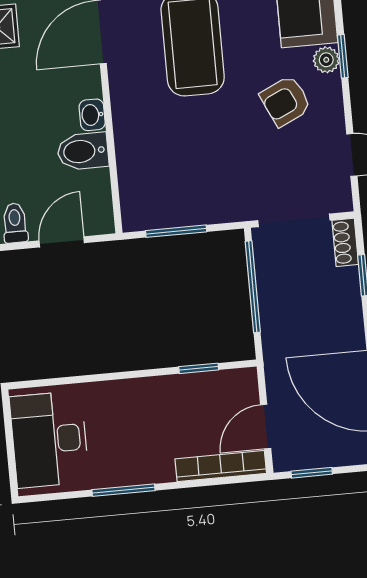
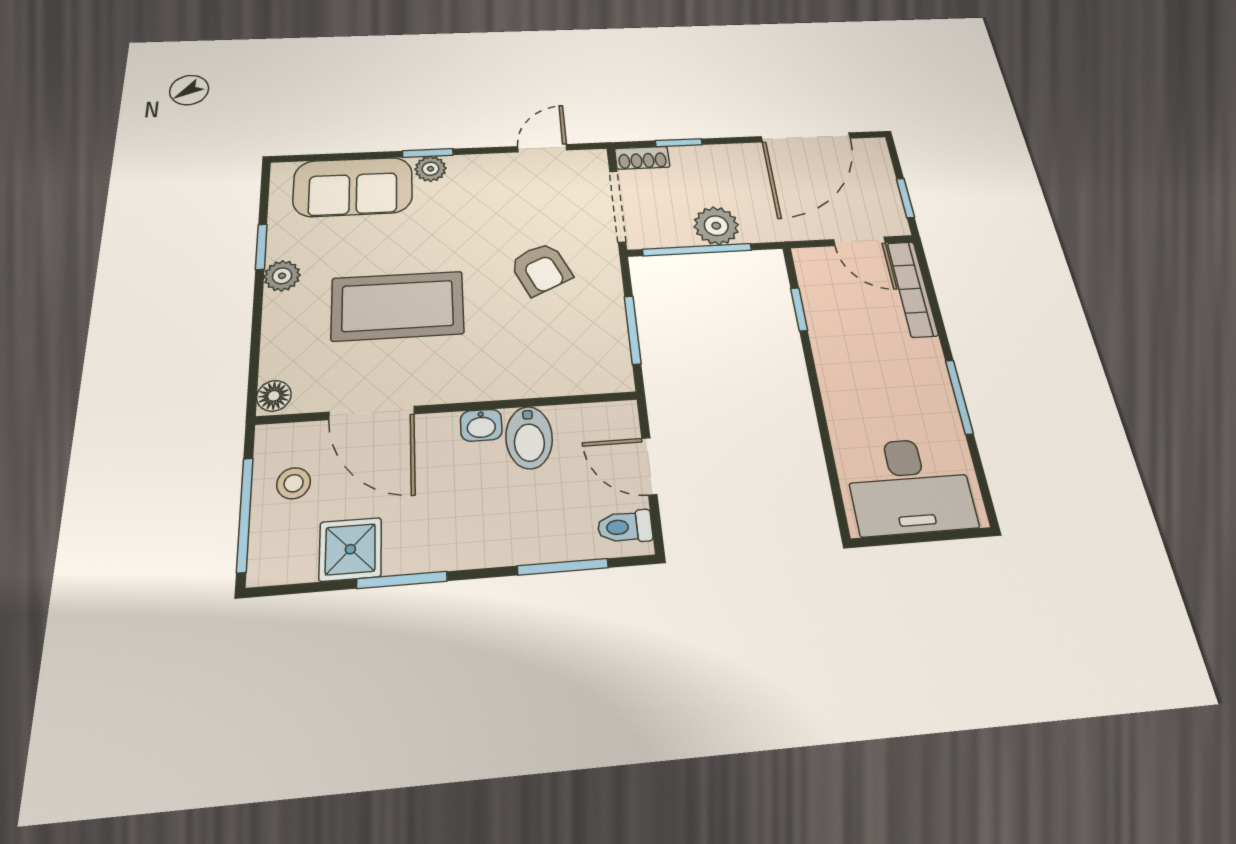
armchair: (285, 101) -> (541, 269), moved
plant: (277, 304) -> (716, 226), added

